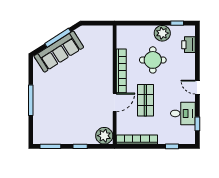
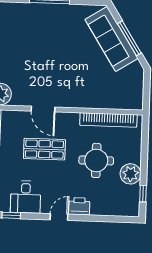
printer: (189, 45) -> (79, 206), moved
bookcase: (121, 71) -> (108, 120), moved

